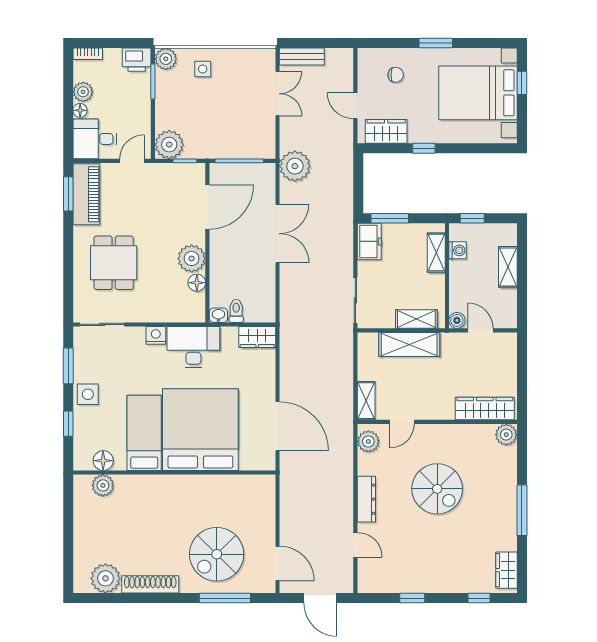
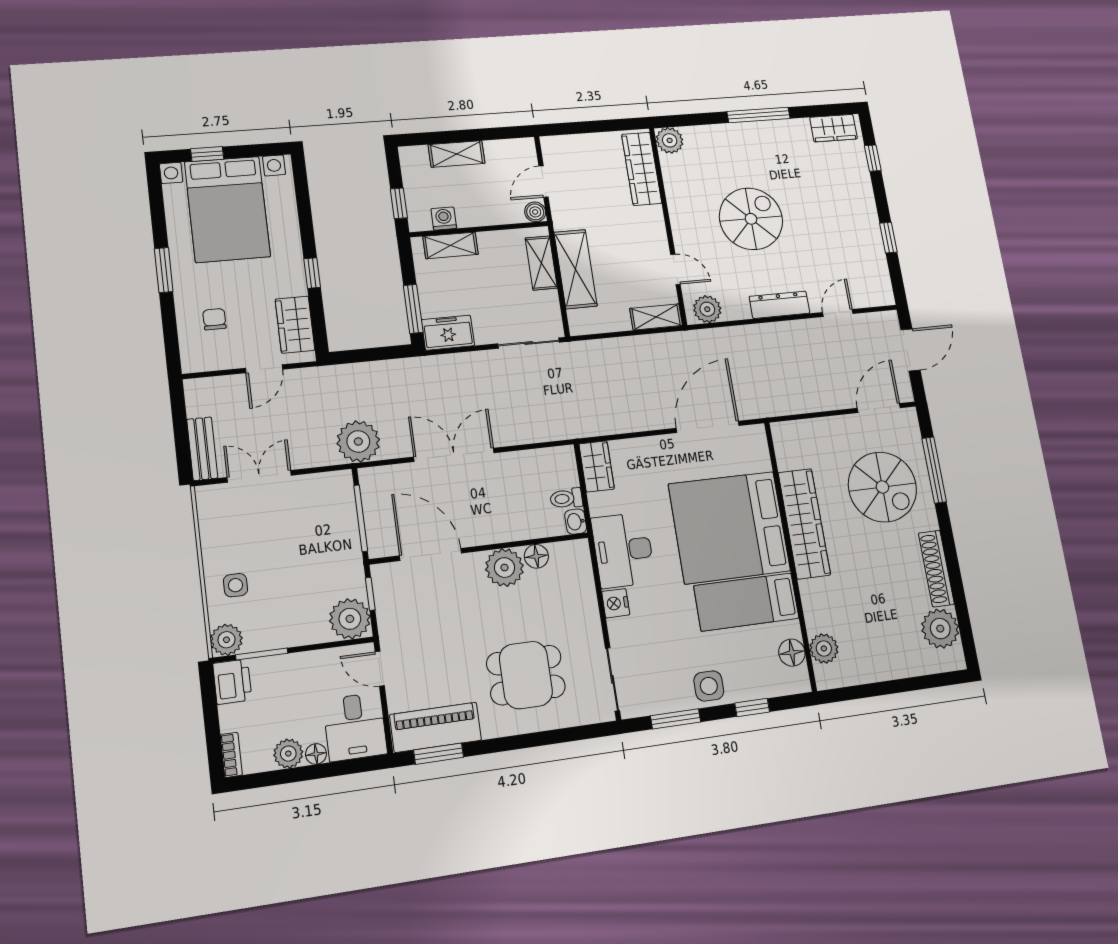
wardrobe: (196, 488) -> (804, 524), added

